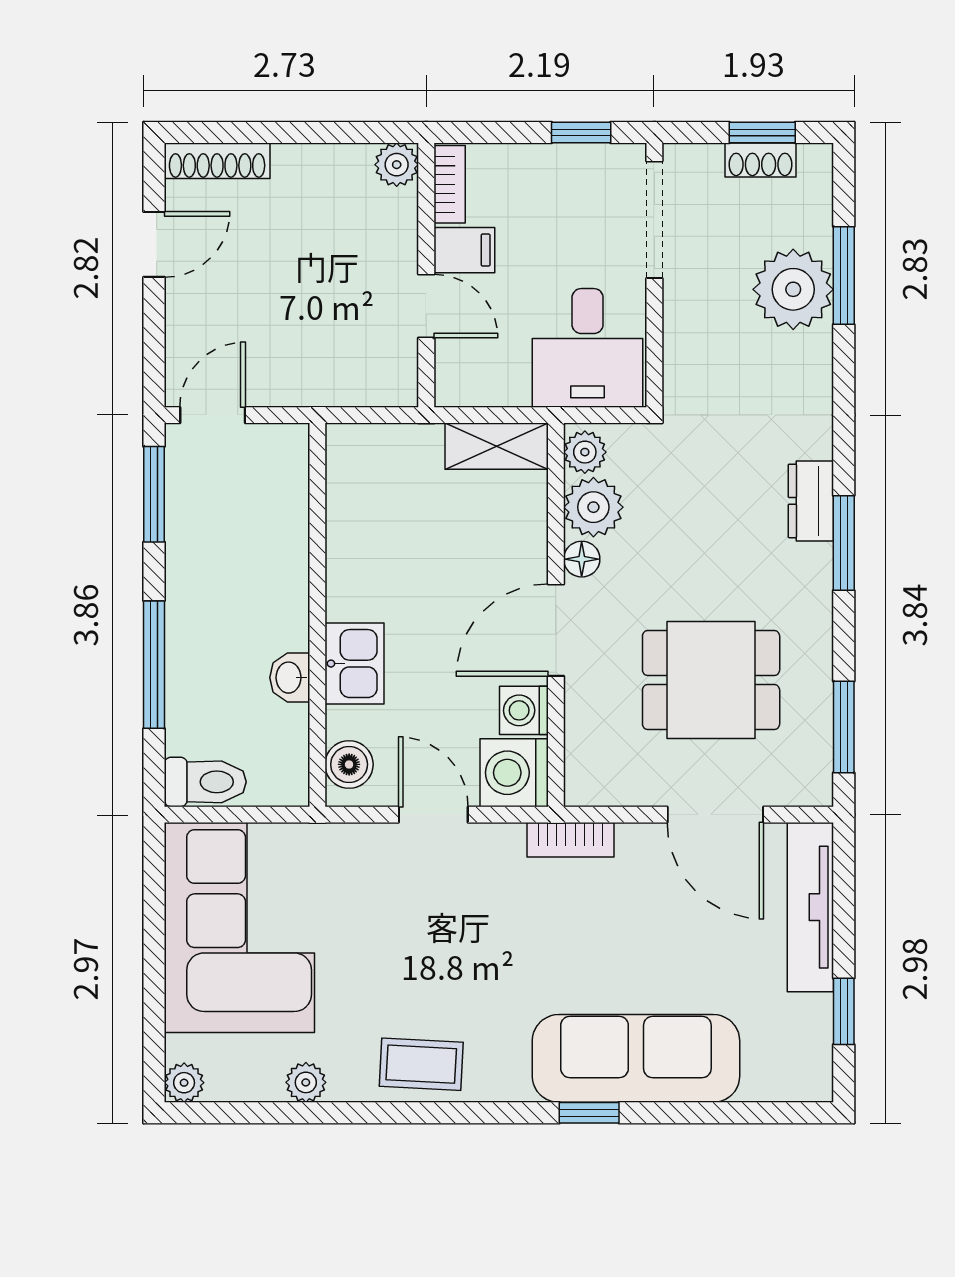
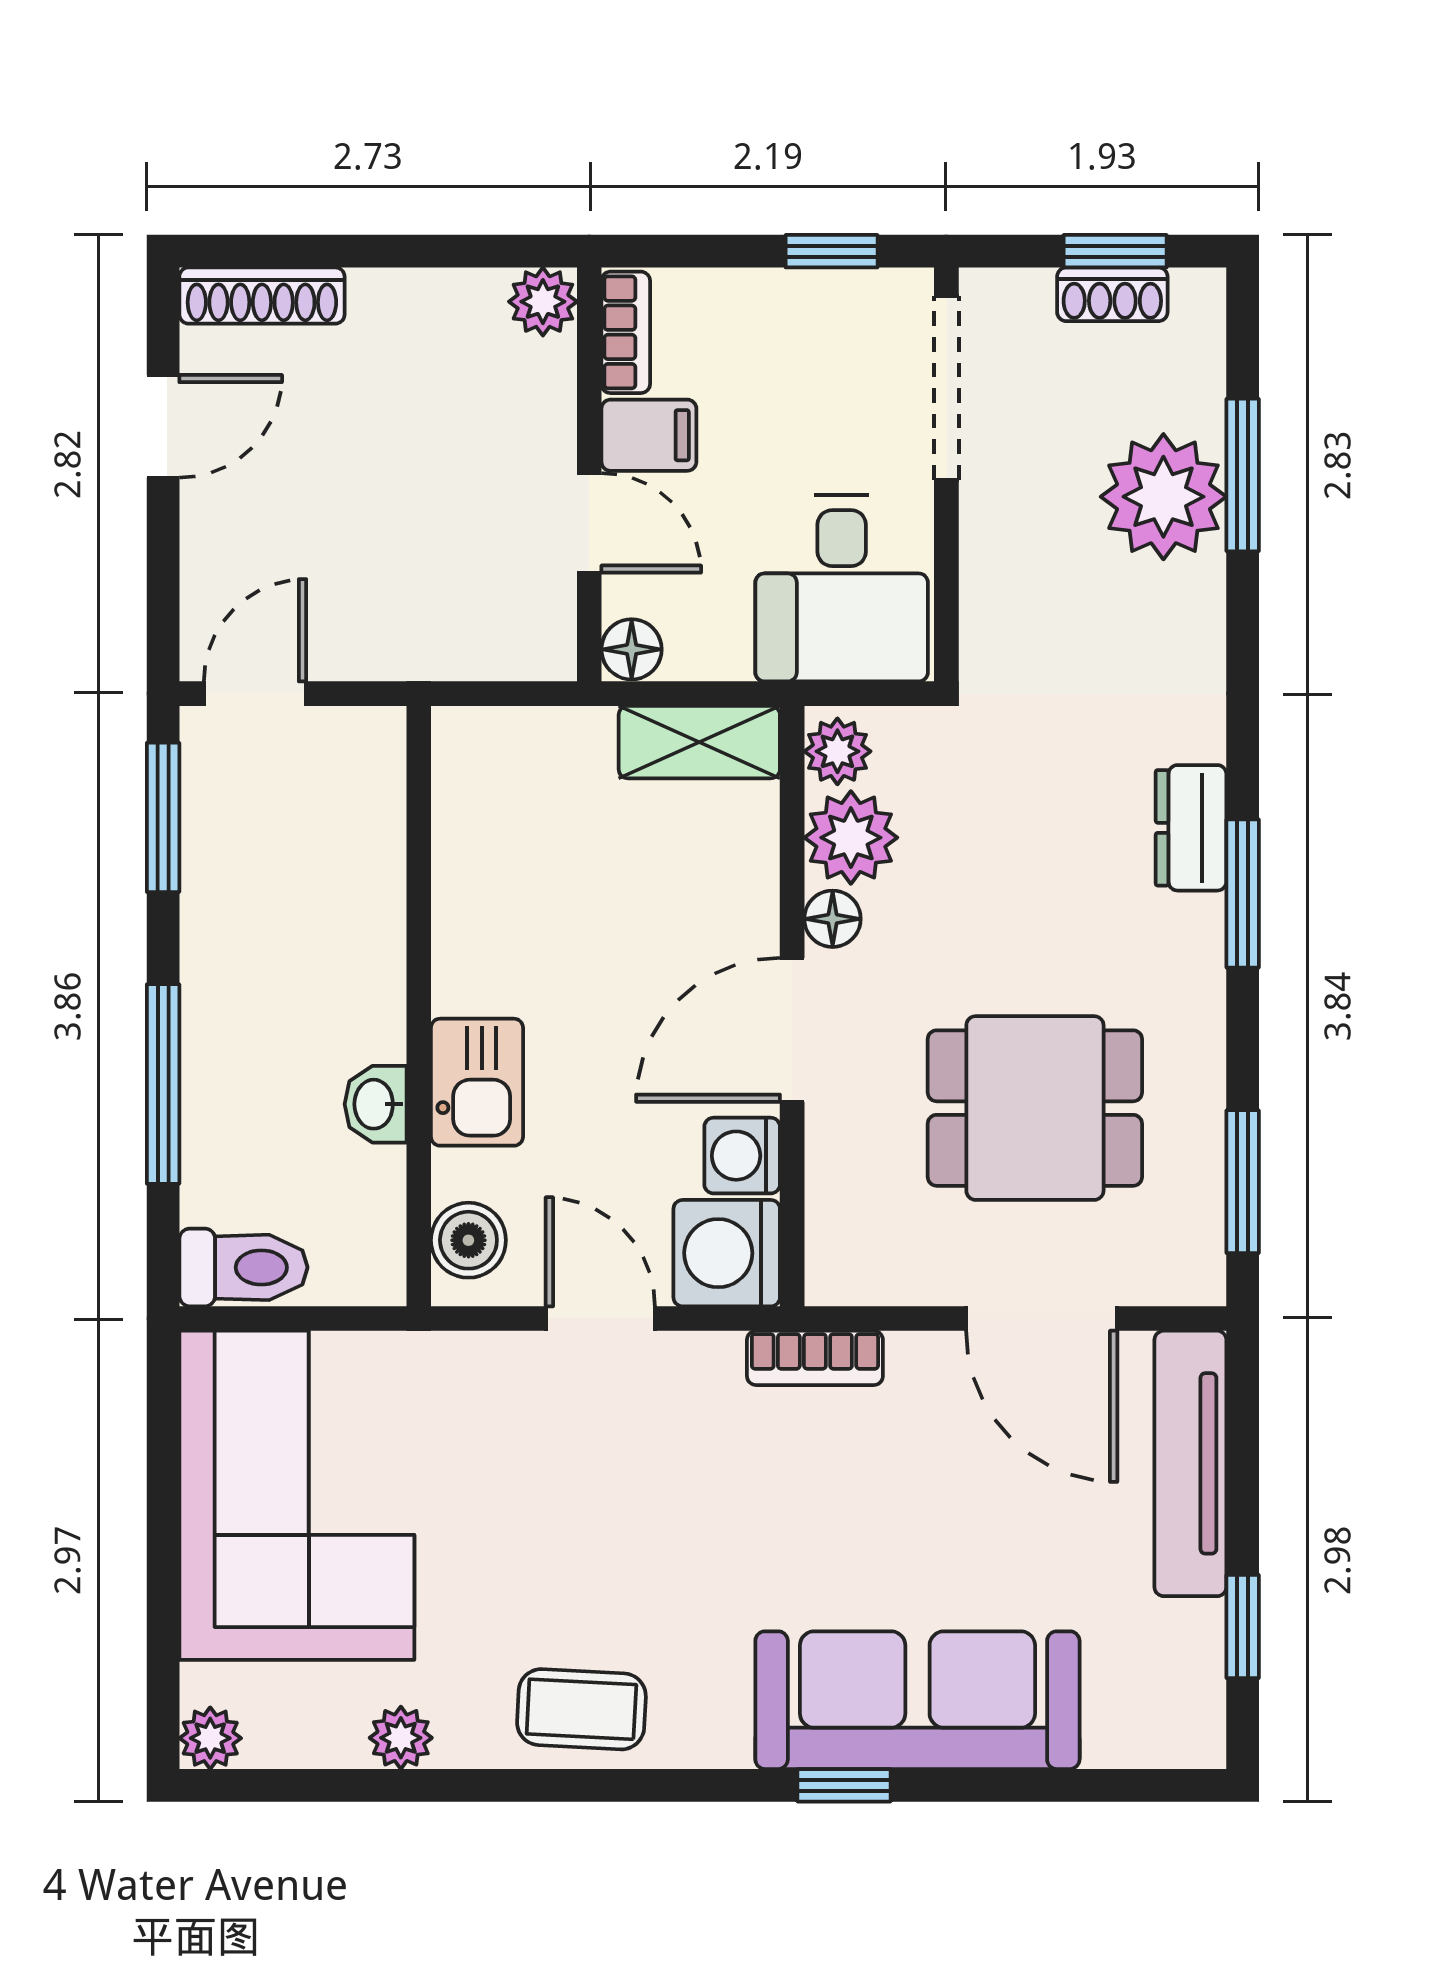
floor lamp: (453, 387) -> (632, 649), added

